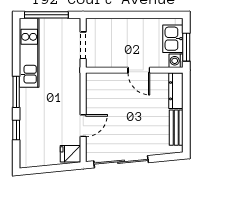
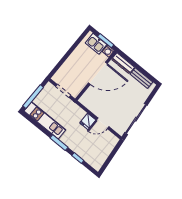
door: (139, 70) -> (98, 73), width x1.88
door: (83, 126) -> (103, 123), swing flipped
fridge: (71, 154) -> (88, 121), moved

